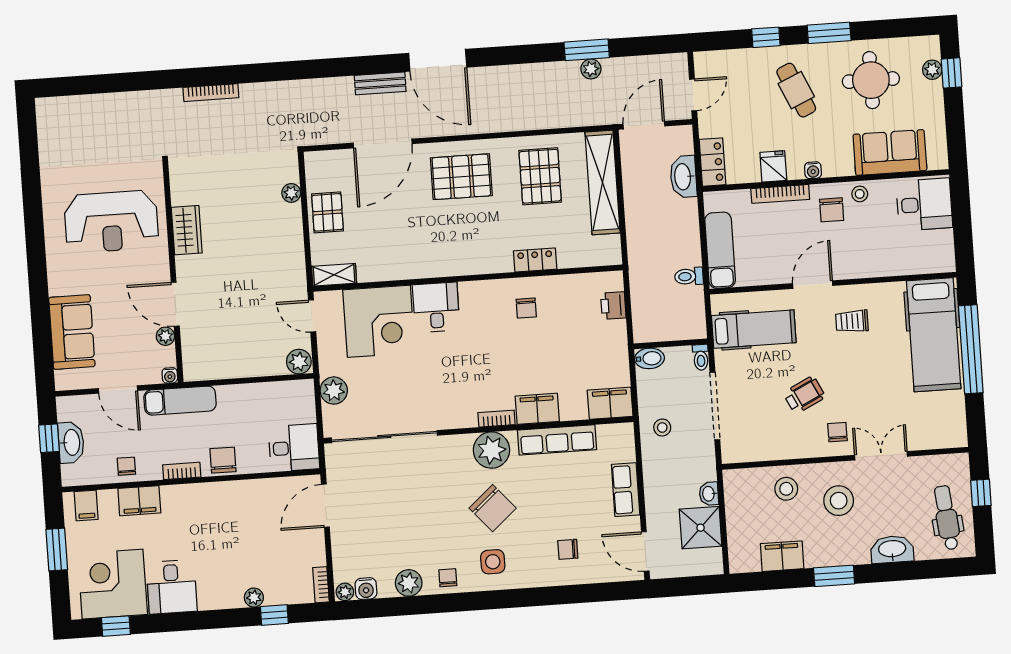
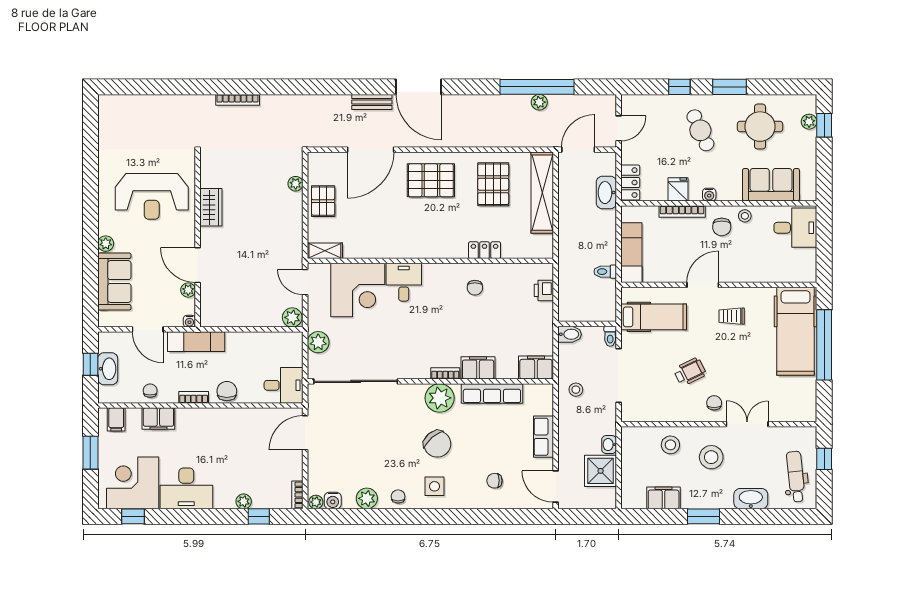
window: (587, 50) -> (537, 87), width x2.11
plant: (58, 285) -> (106, 244), added
desk: (172, 587) -> (186, 488), width x1.37

